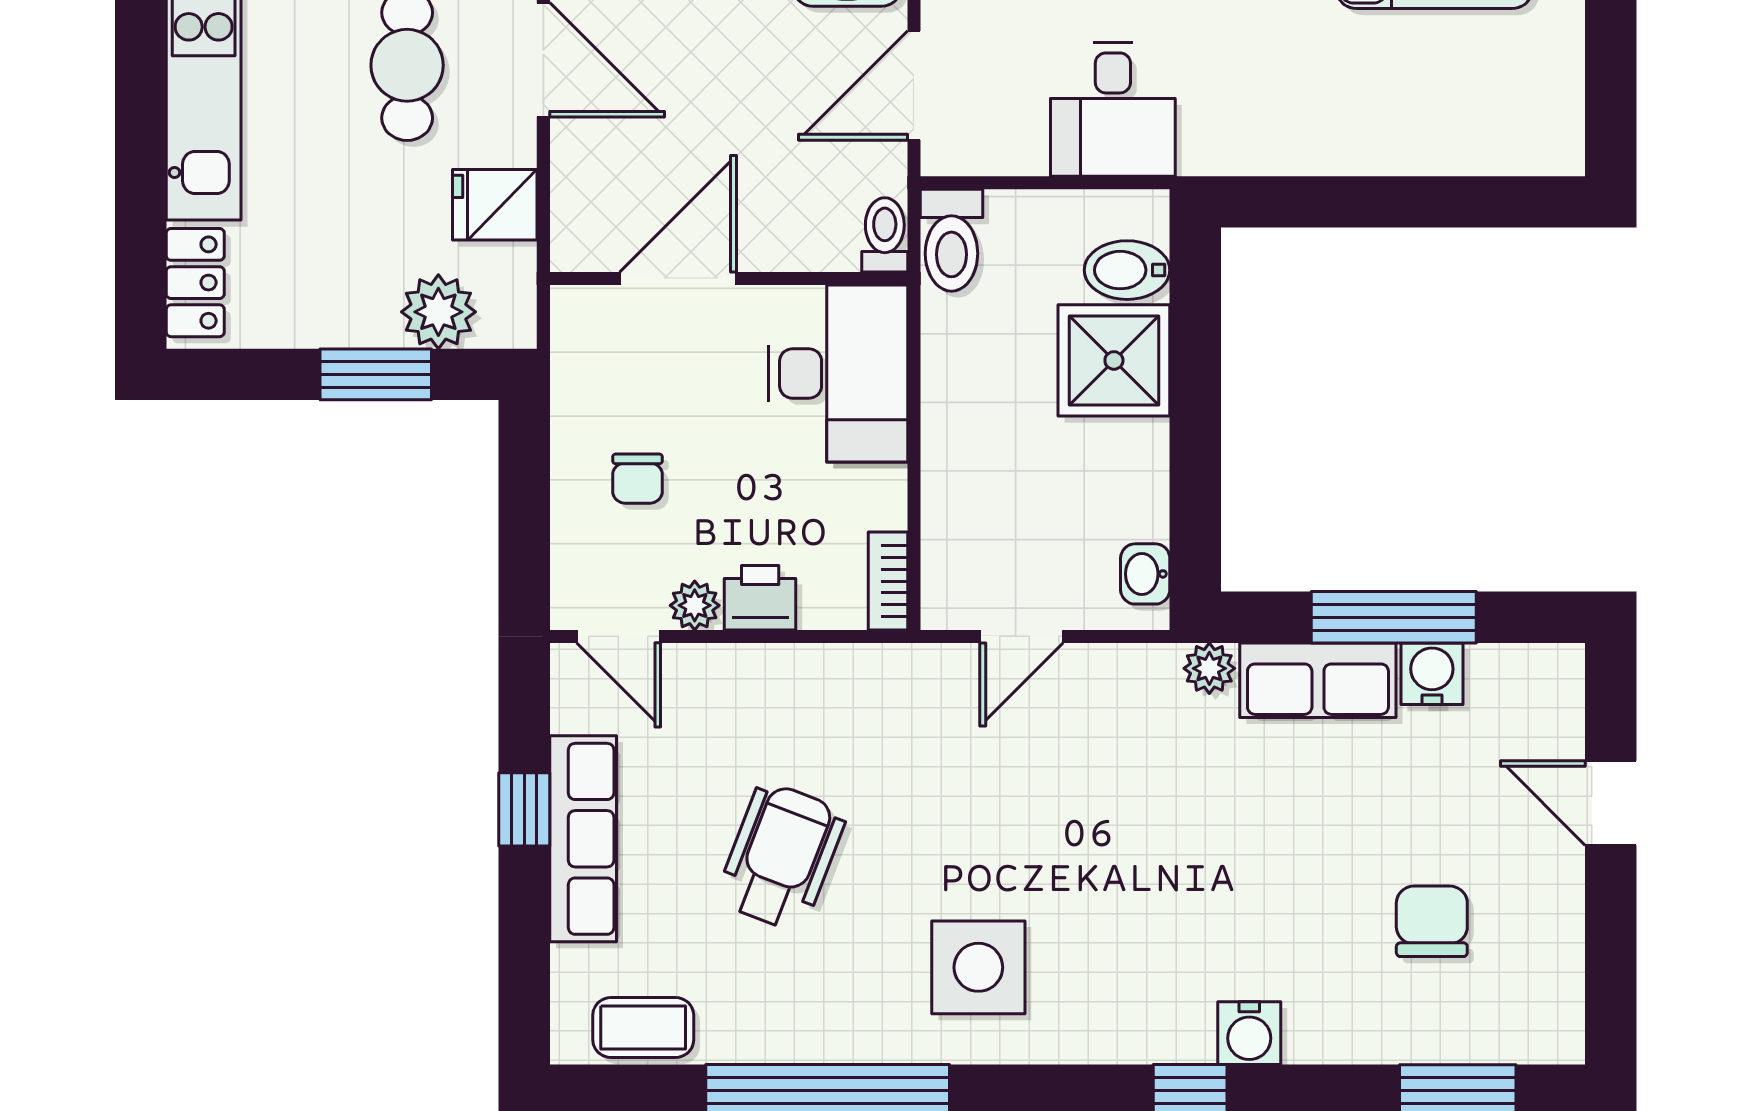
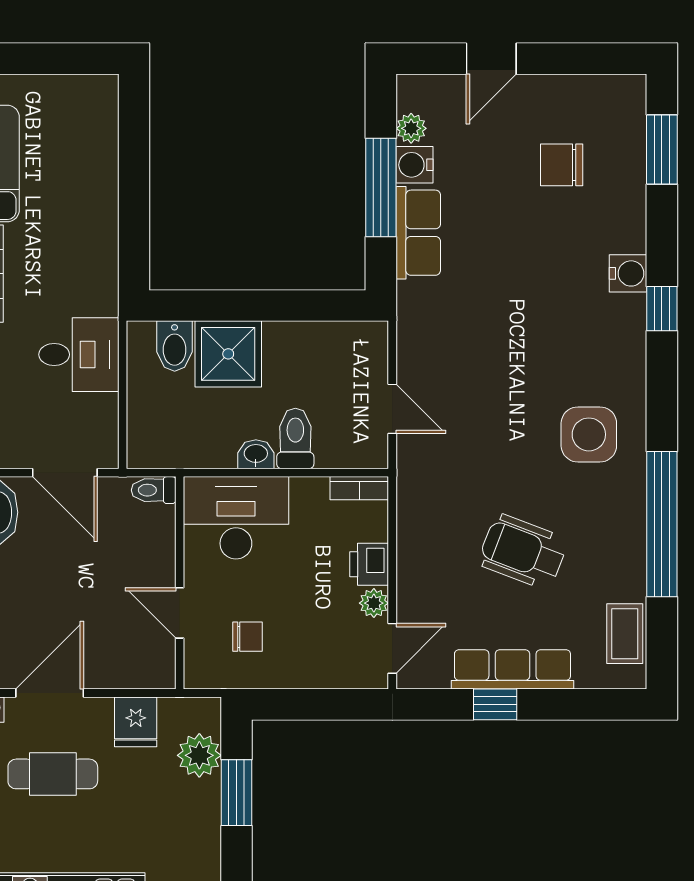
toilet: (951, 240) -> (295, 439), moved, turned -90
door: (678, 279) -> (180, 613), width x0.73
chair: (637, 479) -> (248, 637), moved
washbasin: (1145, 574) -> (256, 454), moved, turned 180
plant: (1209, 668) -> (411, 128), moved

